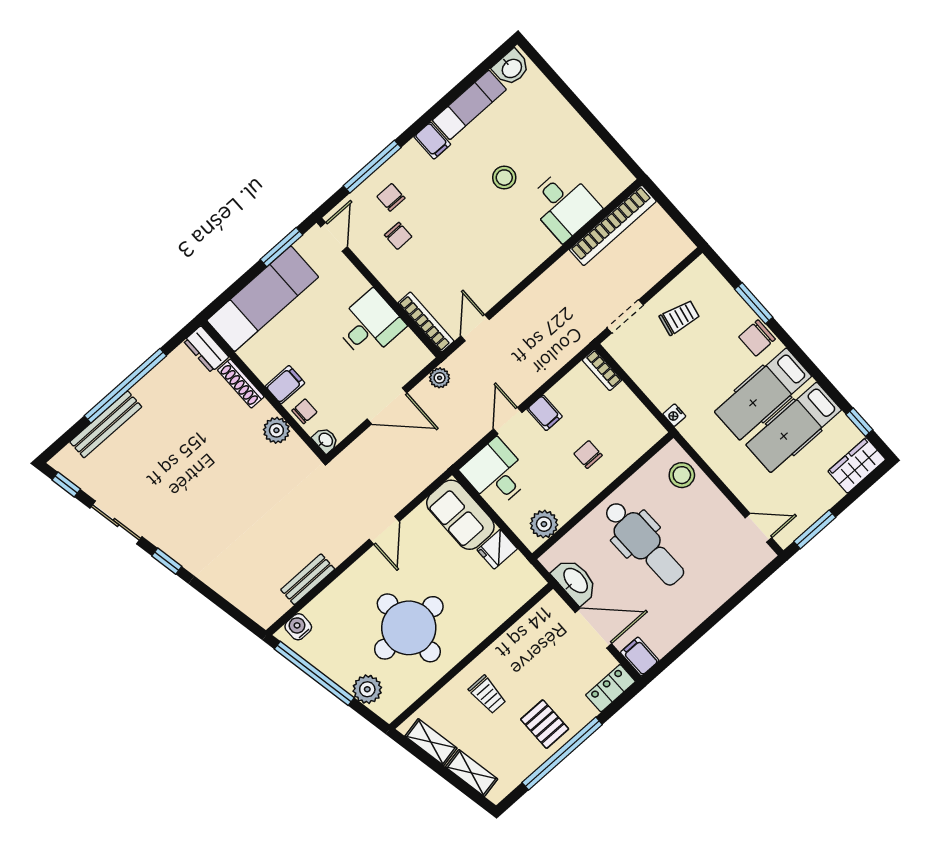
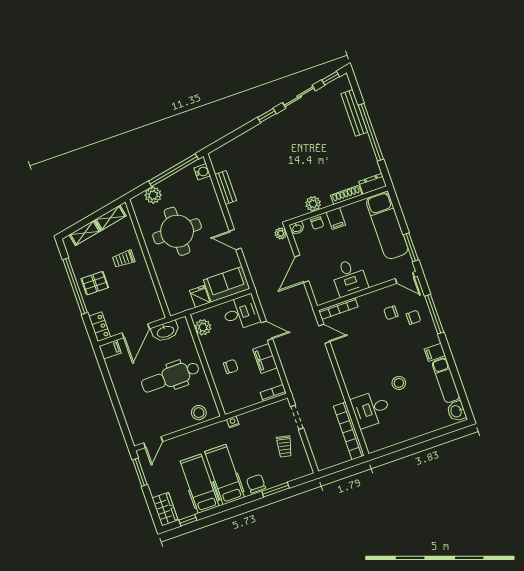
plant: (440, 378) -> (281, 233), moved
filing cabinet: (545, 413) -> (265, 358), width x2.00

